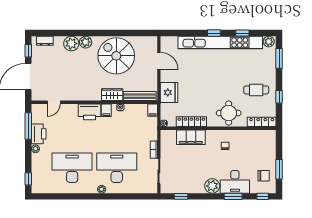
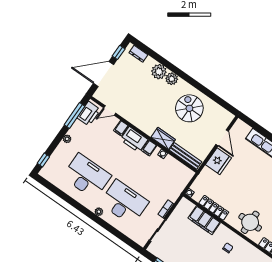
spiral stairs: (116, 56) -> (189, 108), width x0.73, depth x0.73
fridge: (169, 93) -> (218, 161), moved
filing cabinet: (153, 110) -> (121, 128), moved
printer: (39, 134) -> (89, 114), moved

